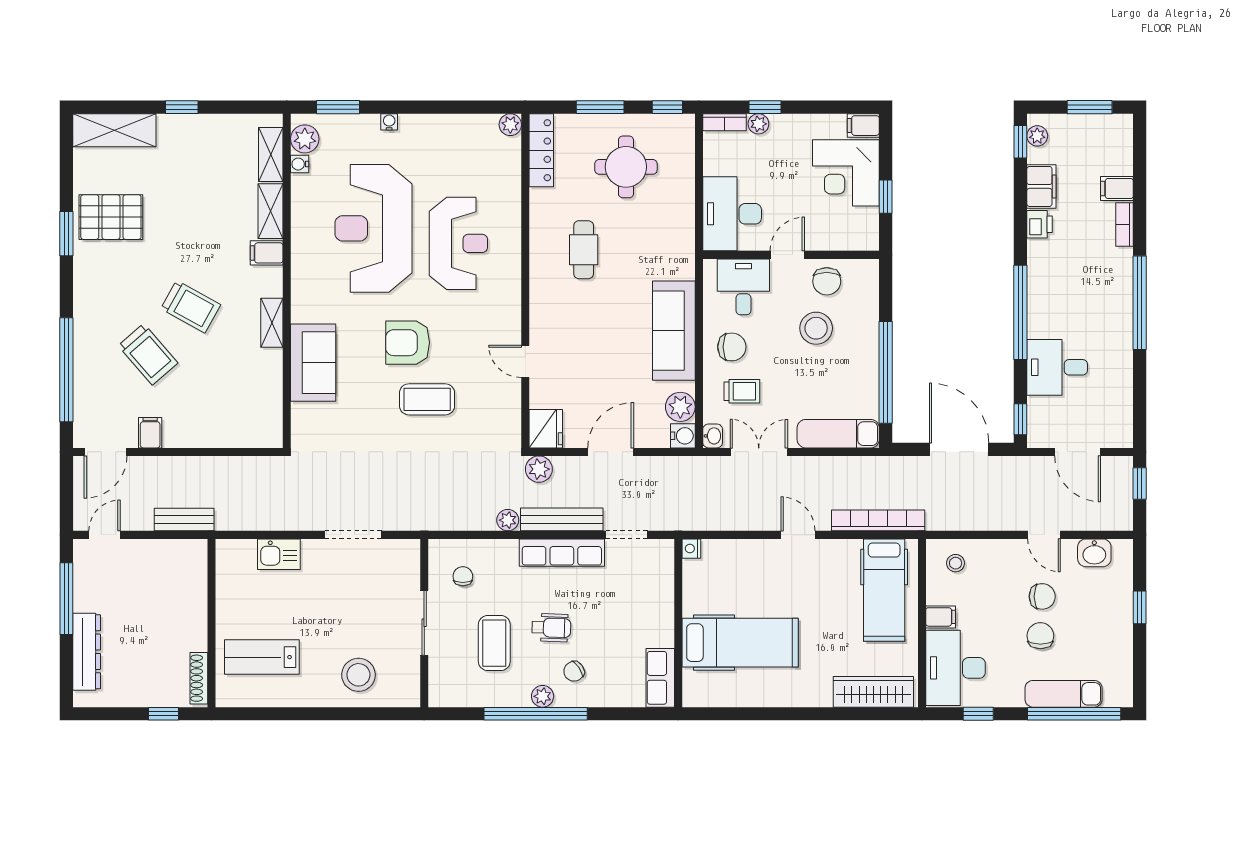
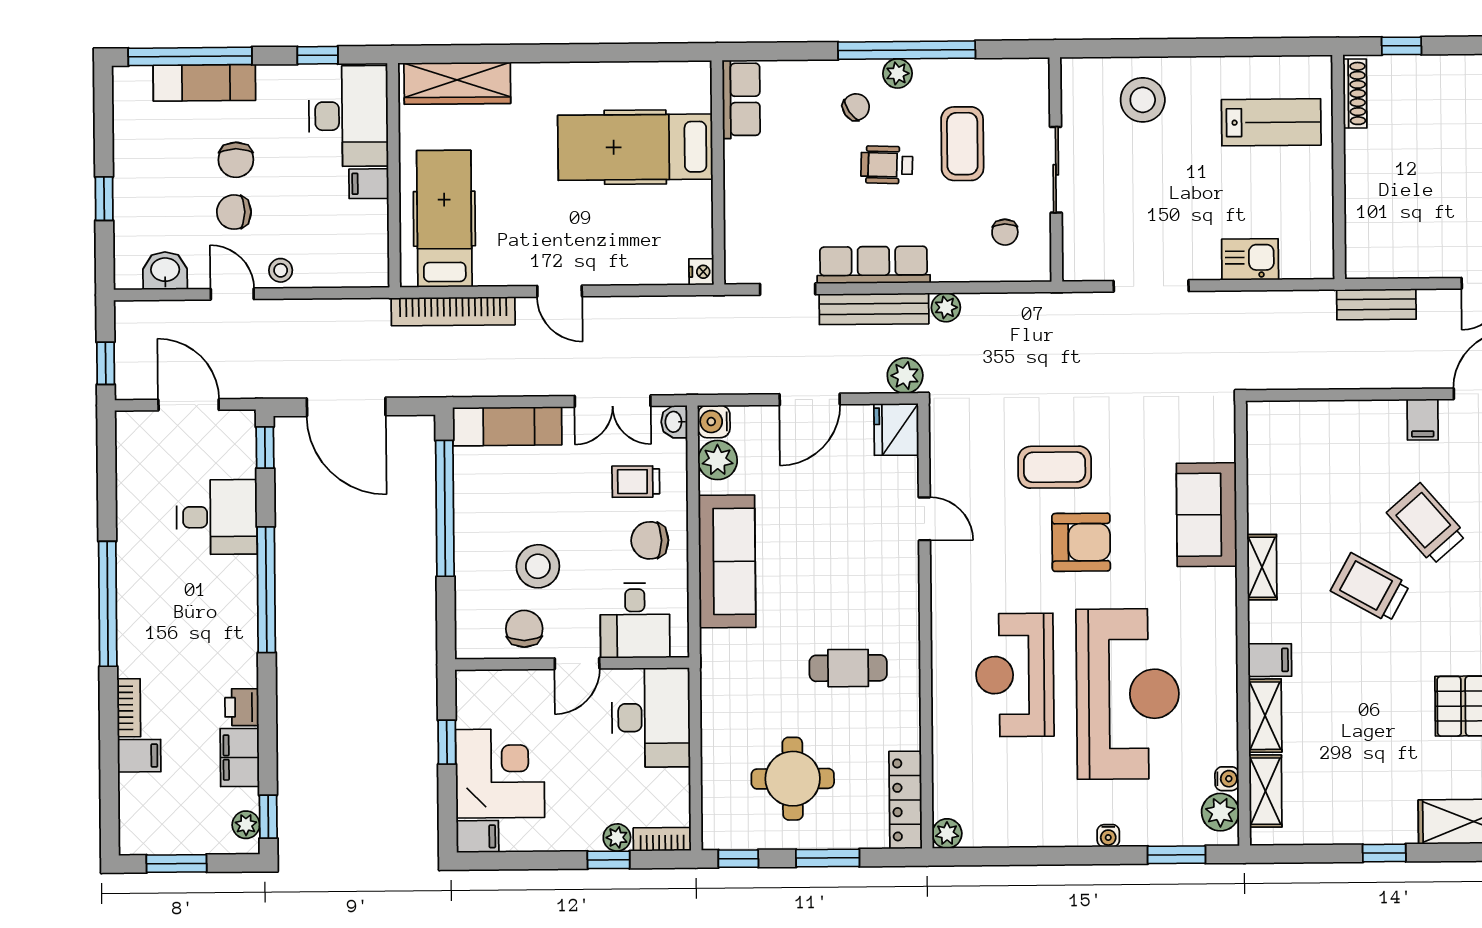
cafe table: (584, 250) -> (848, 668), turned 90
stool: (956, 563) -> (281, 270), moved

